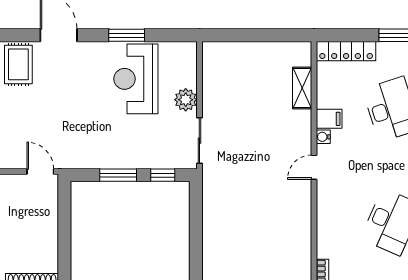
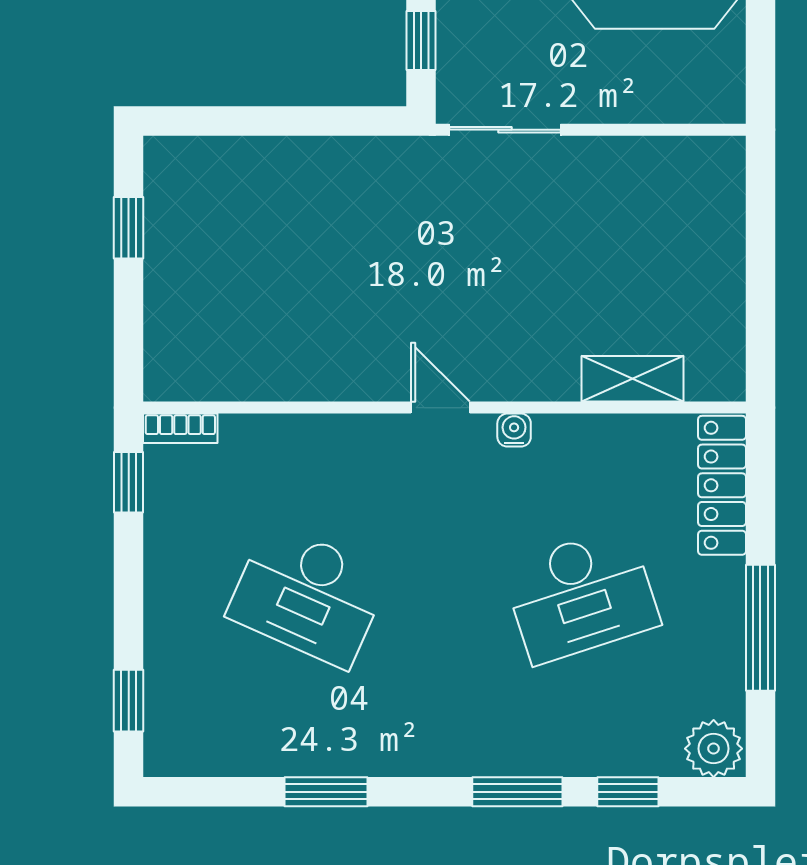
plant: (186, 100) -> (604, 96), removed
filing cabinet: (329, 119) -> (558, 444), removed

